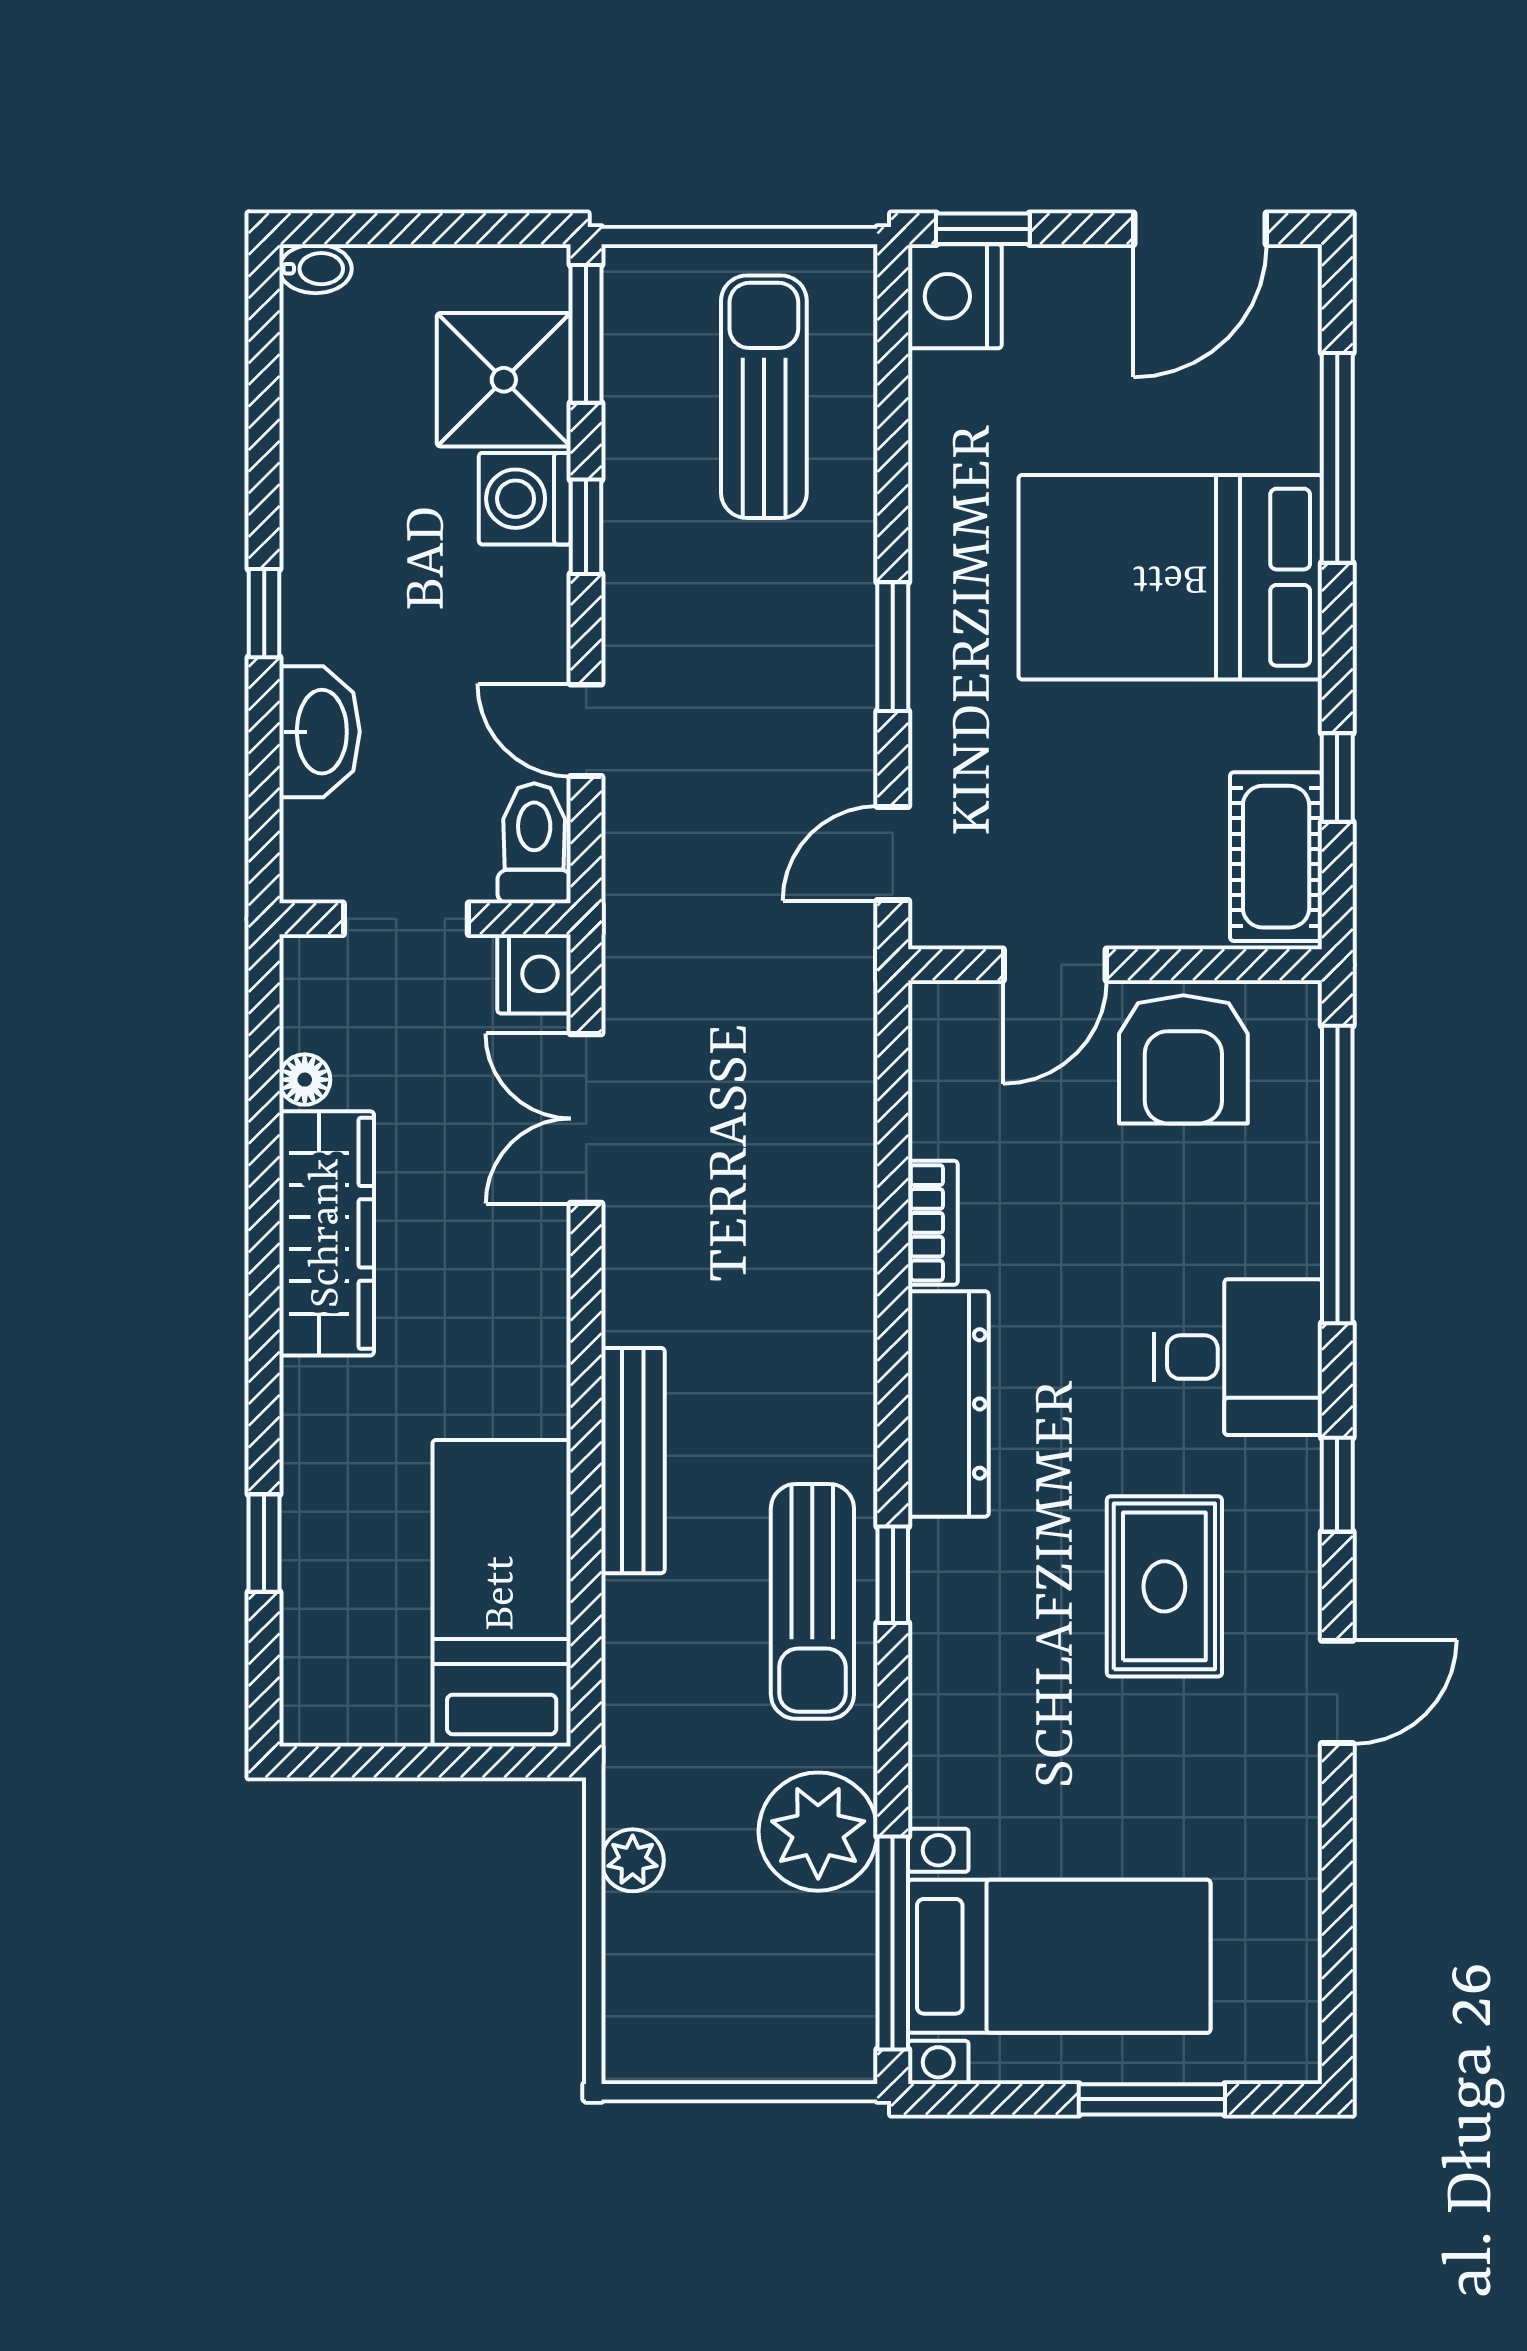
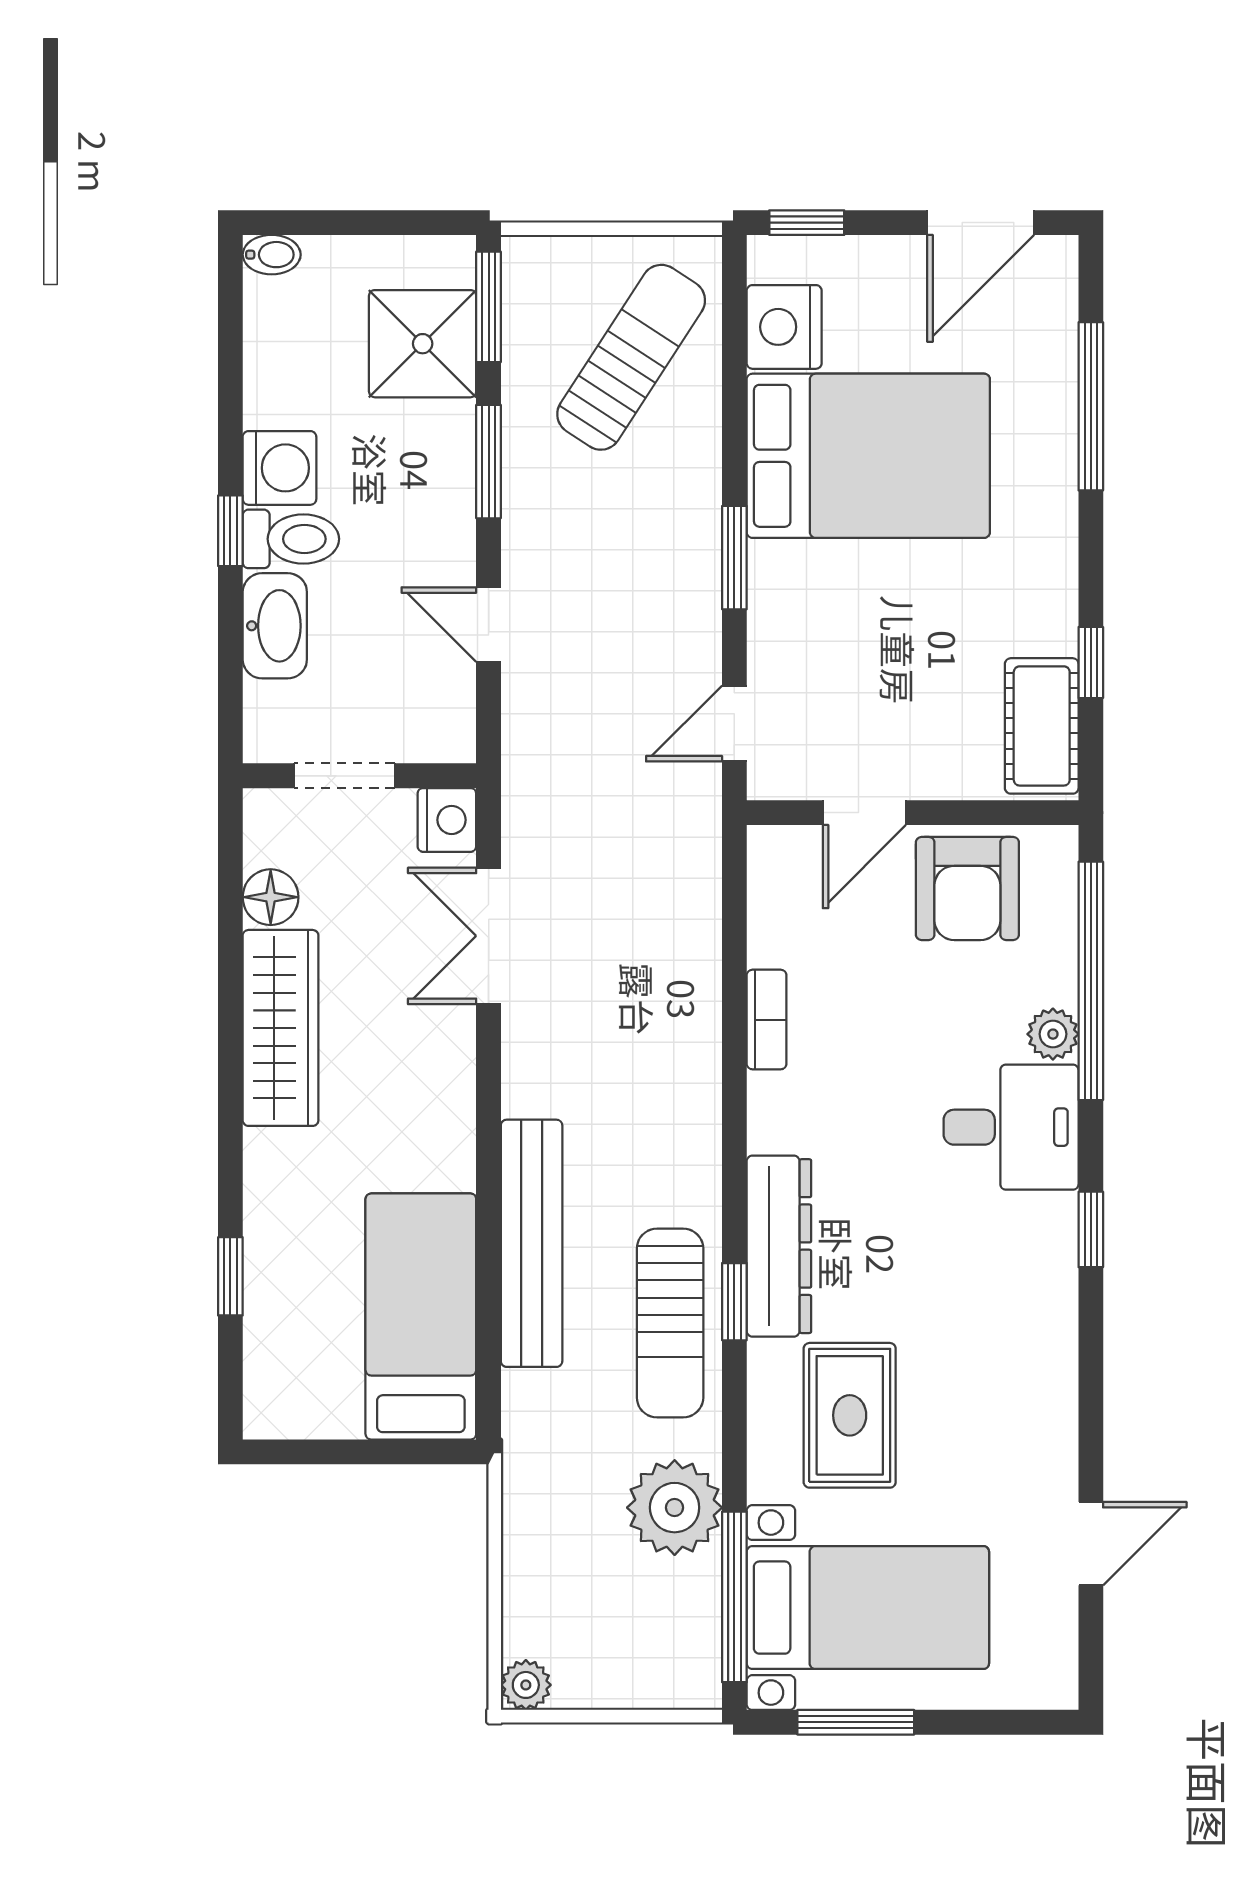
nightstand: (955, 296) -> (784, 327), moved
sun lounger: (764, 397) -> (631, 357), turned 33
washing machine: (525, 499) -> (279, 468), moved, turned 180
window: (586, 527) -> (489, 462), width x1.50
bed: (1170, 577) -> (868, 456), moved, turned 180
toilet: (534, 843) -> (291, 539), moved, turned 90
floor lamp: (305, 1080) -> (271, 897), width x1.37, depth x1.37
plant: (1290, 1241) -> (1053, 1034), added
dresser: (948, 1404) -> (779, 1246), moved
bench: (633, 1461) -> (532, 1243), width x1.37, depth x1.21
rug: (1164, 1586) -> (850, 1415), moved
door: (1337, 1692) -> (1091, 1544), moved
plant: (633, 1860) -> (526, 1685), moved
window: (1152, 2099) -> (856, 1722), moved

